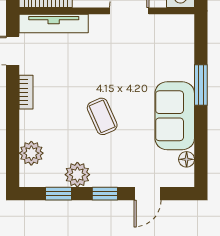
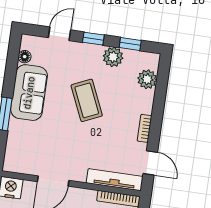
coffee table: (102, 116) -> (87, 100), width x1.36, depth x1.30

